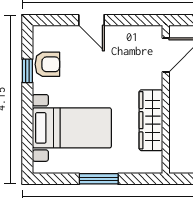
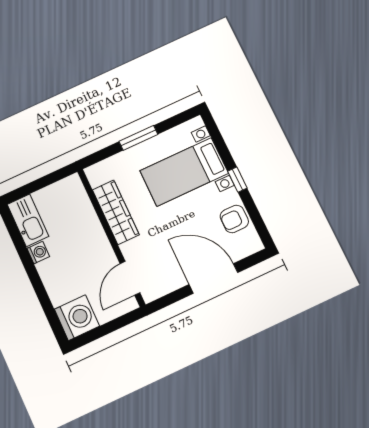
door: (91, 20) -> (213, 278), width x1.87
window: (27, 71) -> (237, 180), moved

